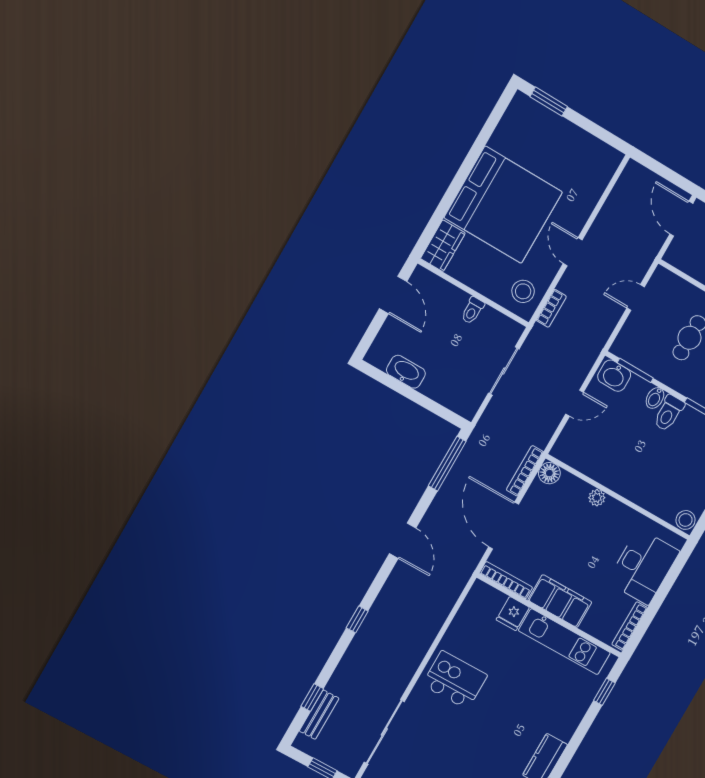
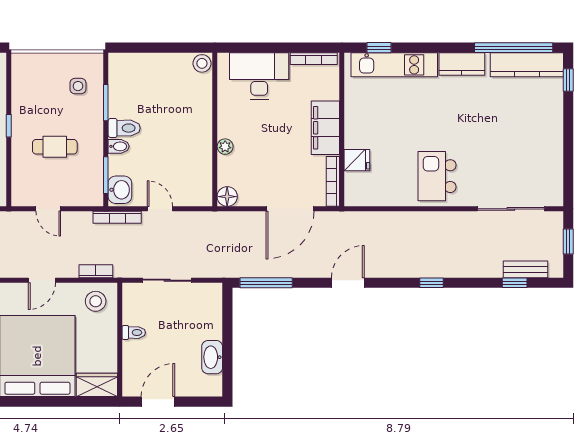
bookcase: (525, 471) -> (117, 217), moved
kitchen unit: (564, 642) -> (394, 65), moved, turned 90

